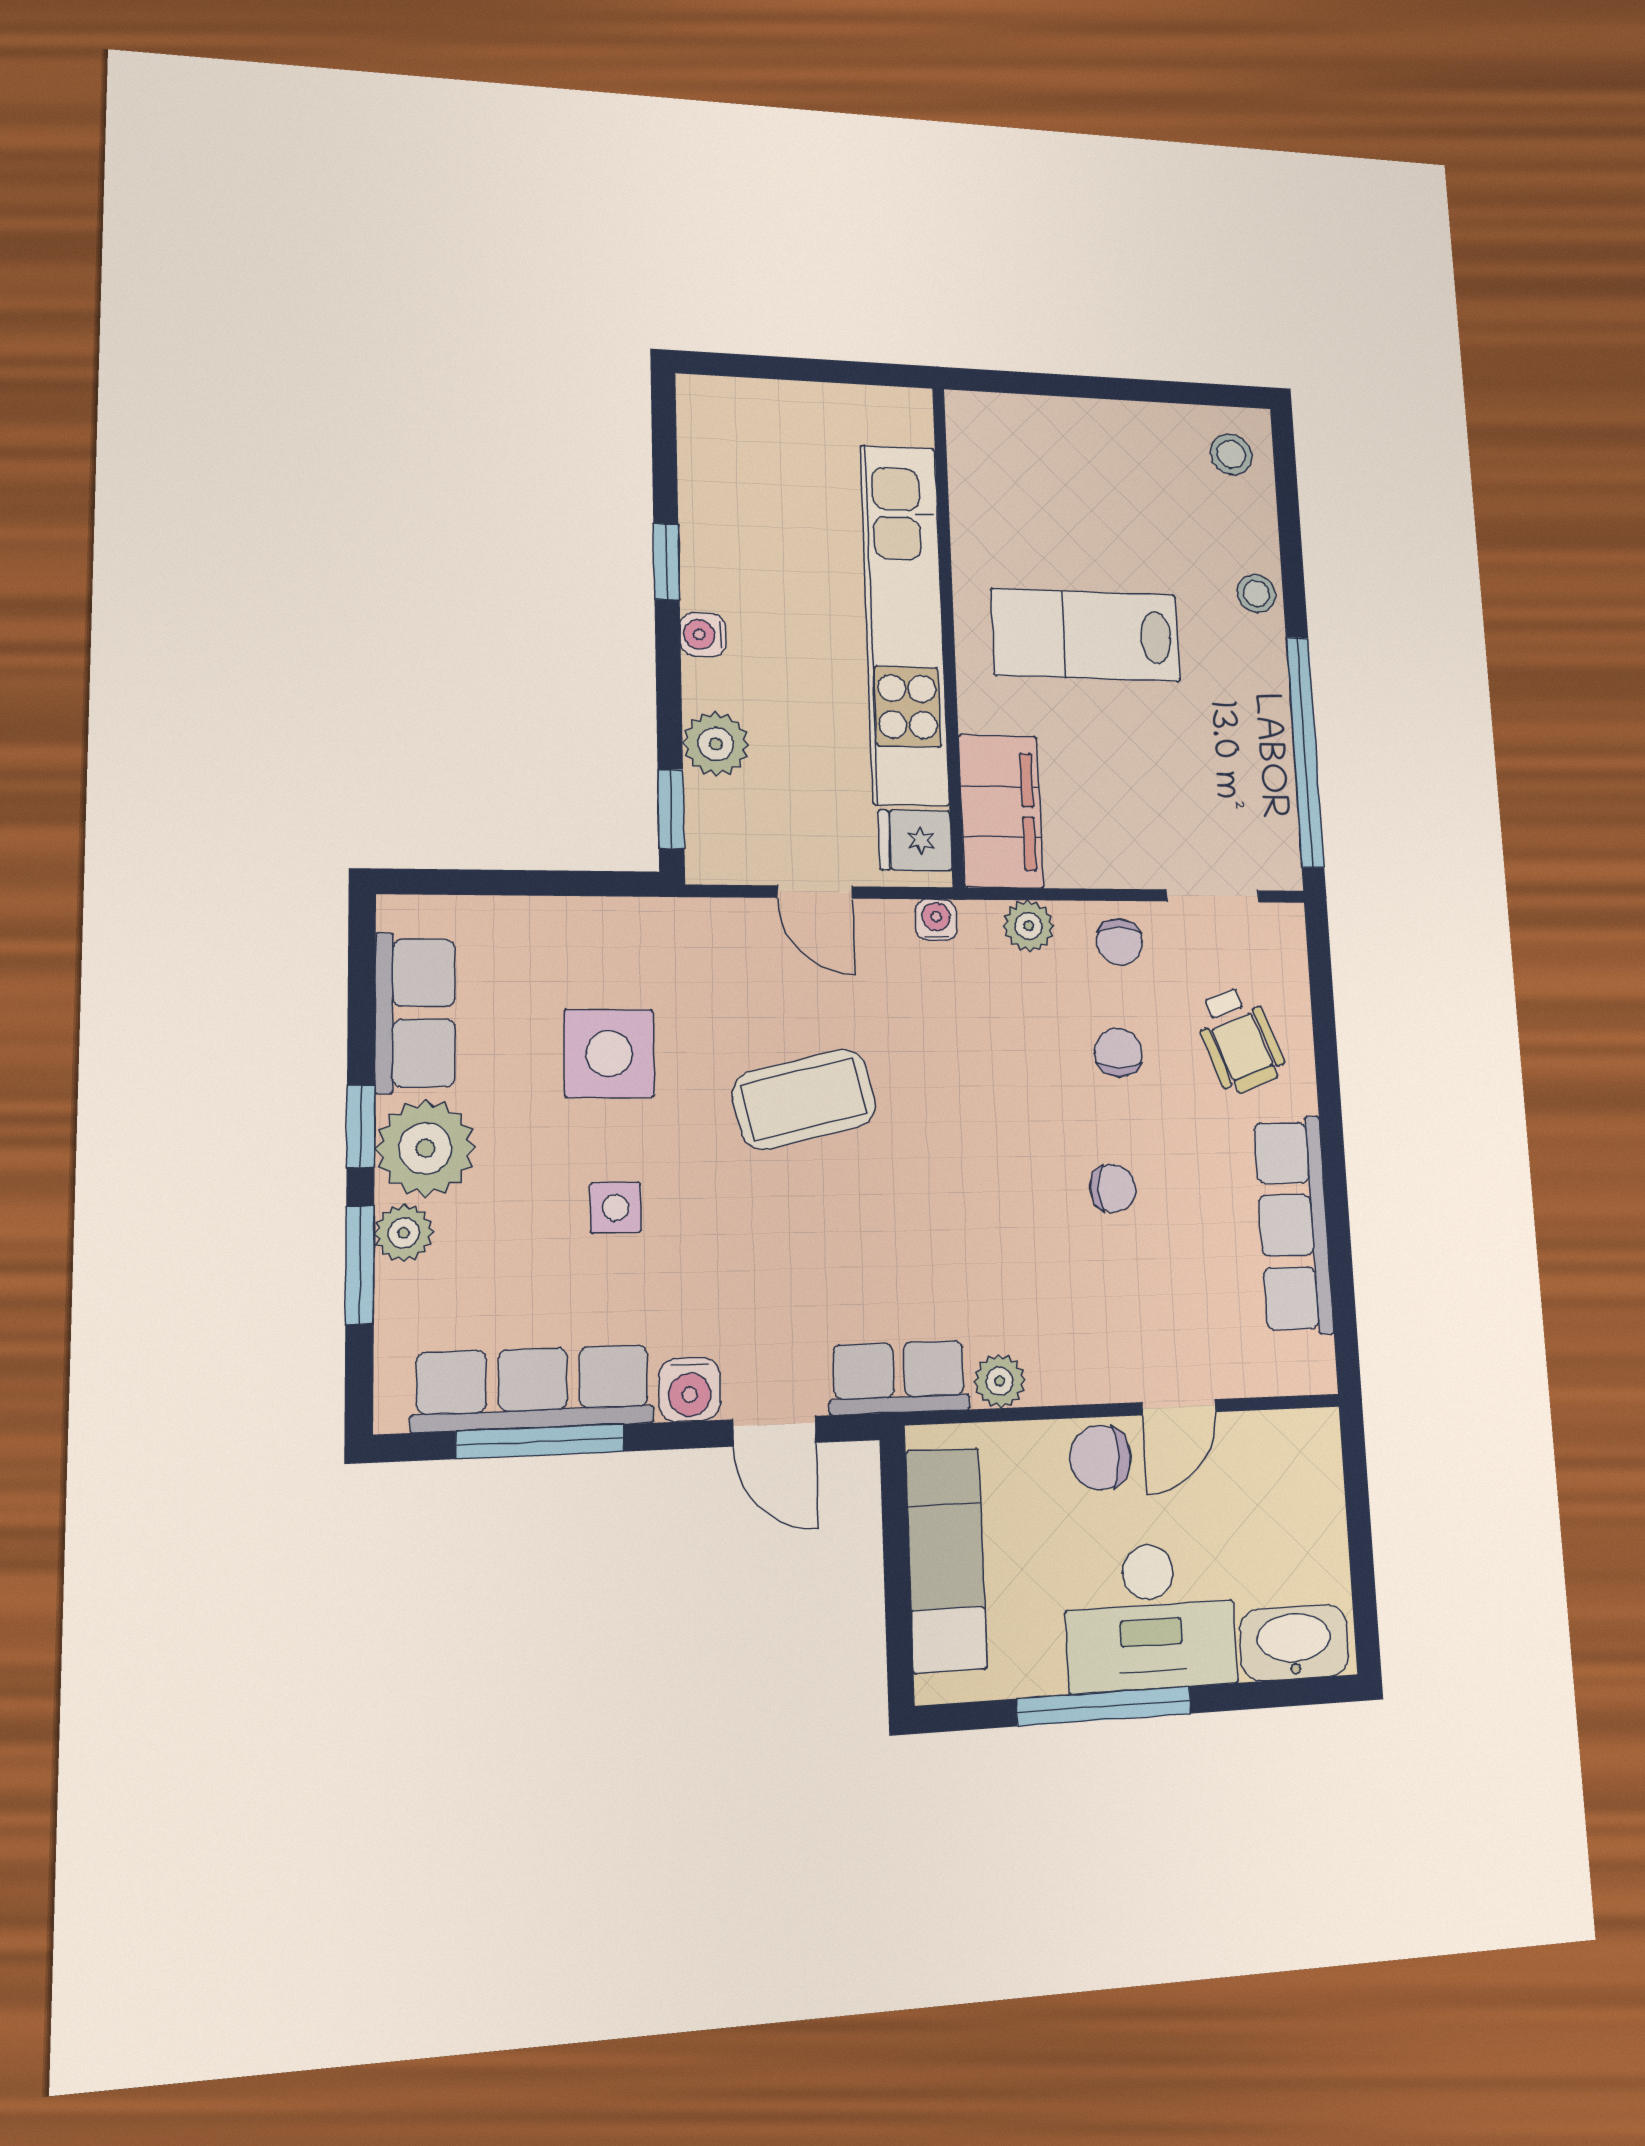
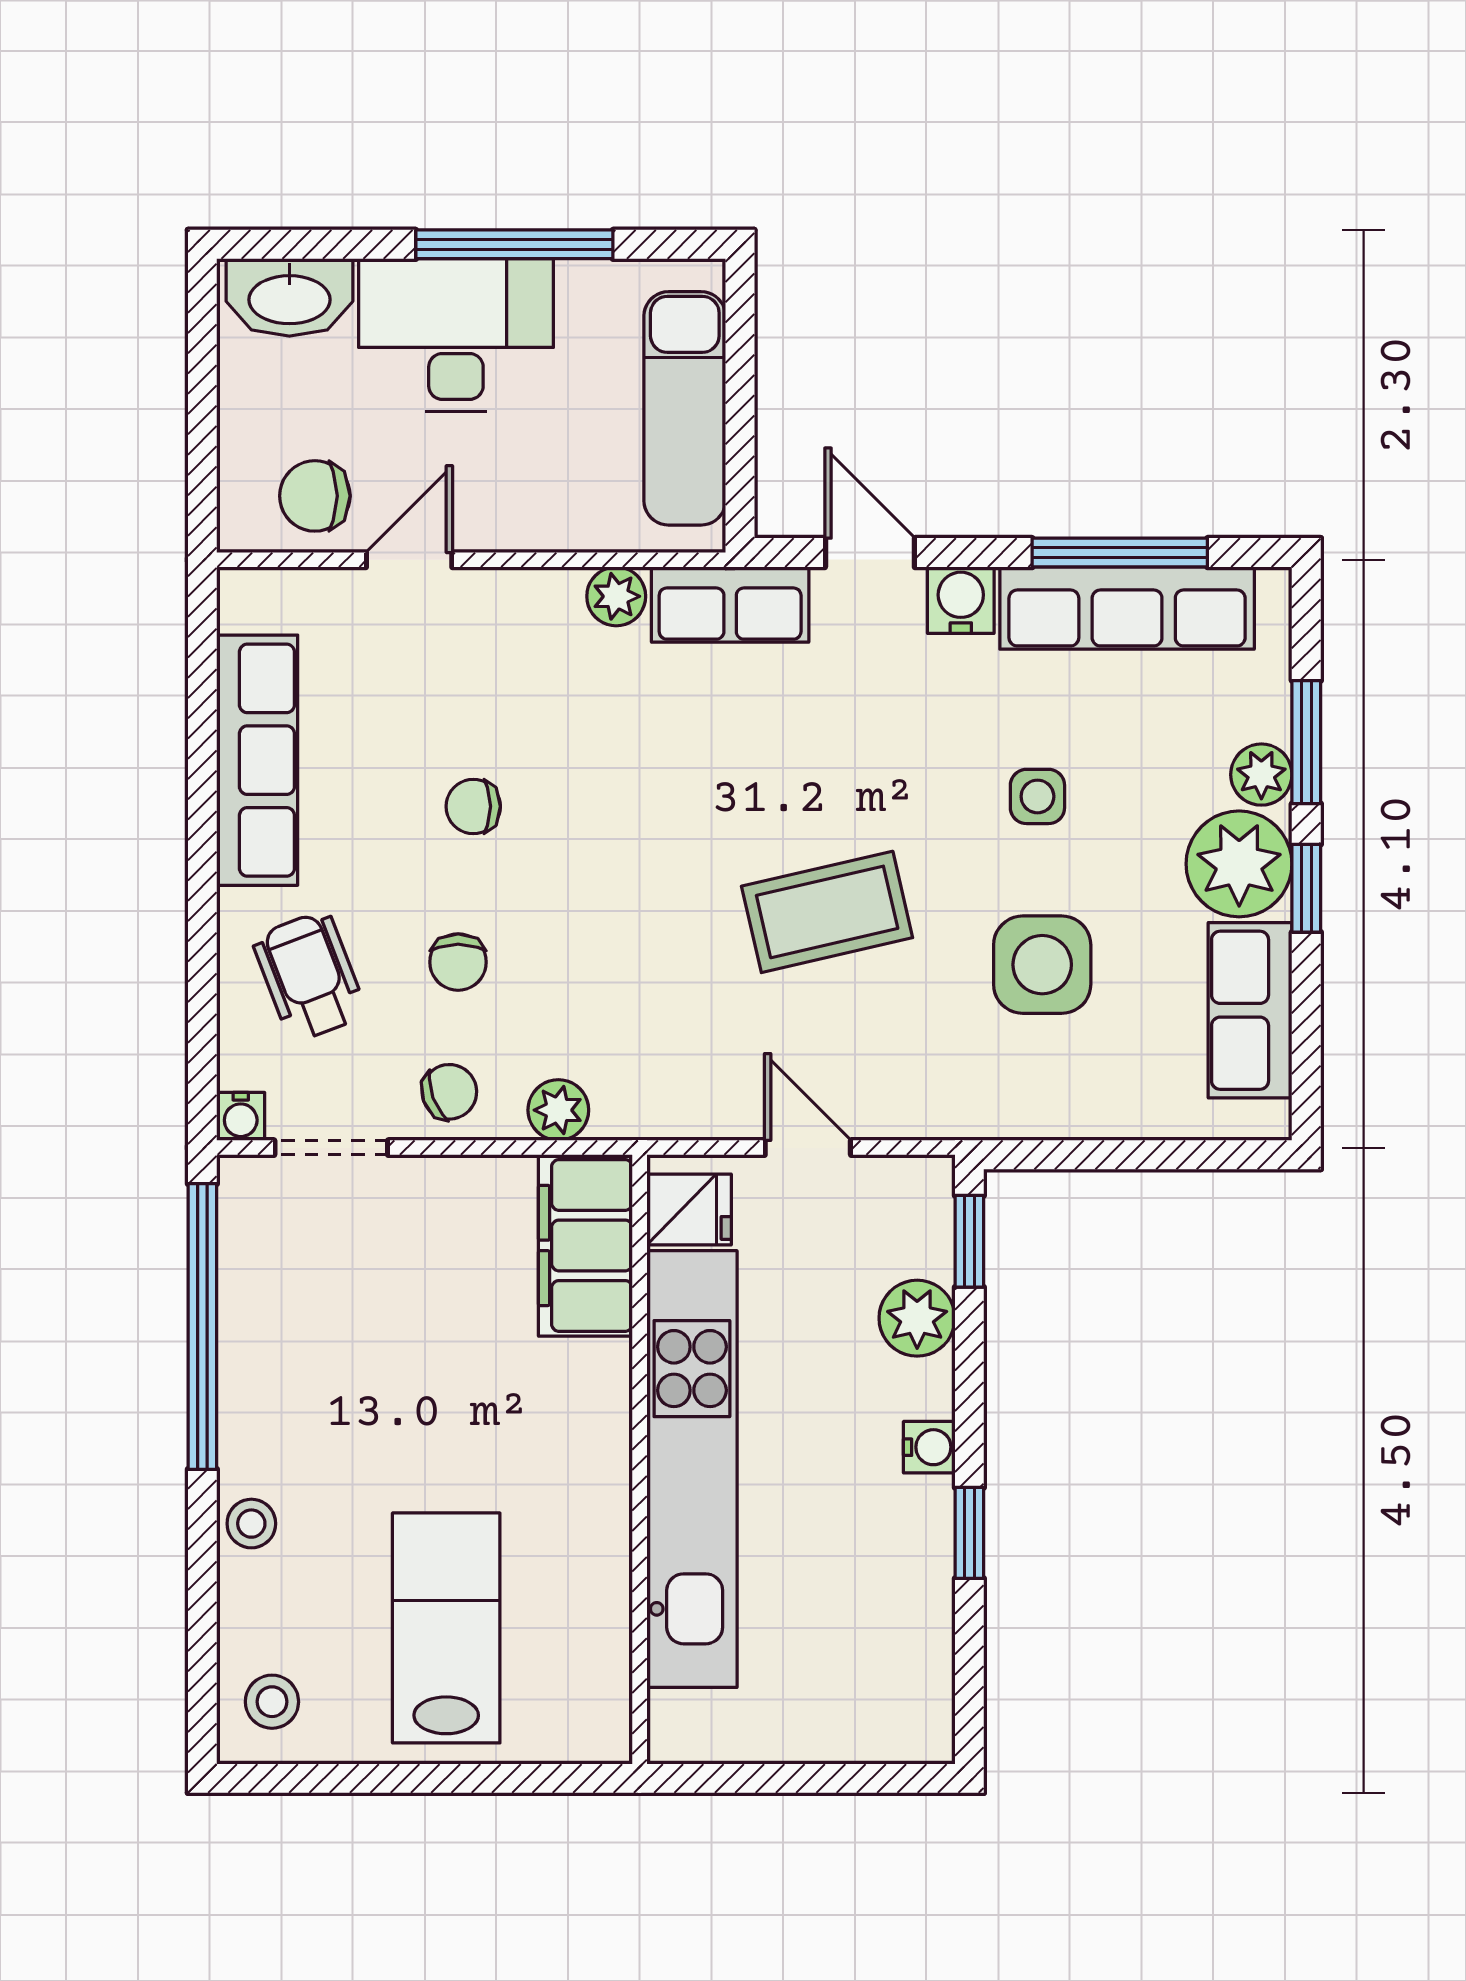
lab bench: (1086, 635) -> (446, 1628), moved, turned -90
water cooler: (936, 920) -> (241, 1116), moved
chair: (1120, 942) -> (449, 1092), turned 70
chair: (1100, 1457) -> (315, 496), moved, turned 180

